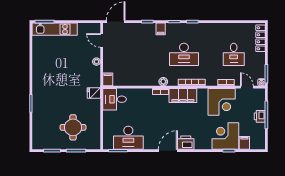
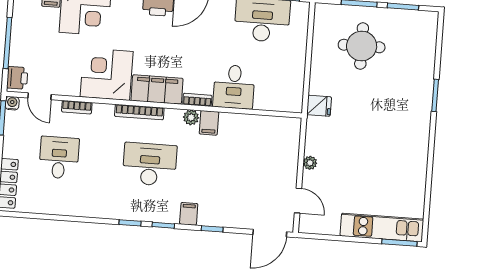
filing cabinet: (108, 79) -> (209, 123), moved
desk: (114, 99) -> (234, 87), moved, turned 90
corner desk: (222, 102) -> (107, 74), moved
printer: (260, 116) -> (17, 78), moved

